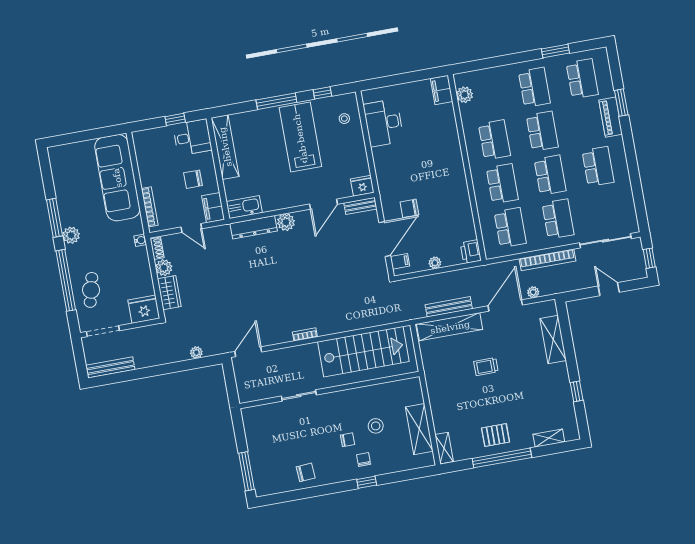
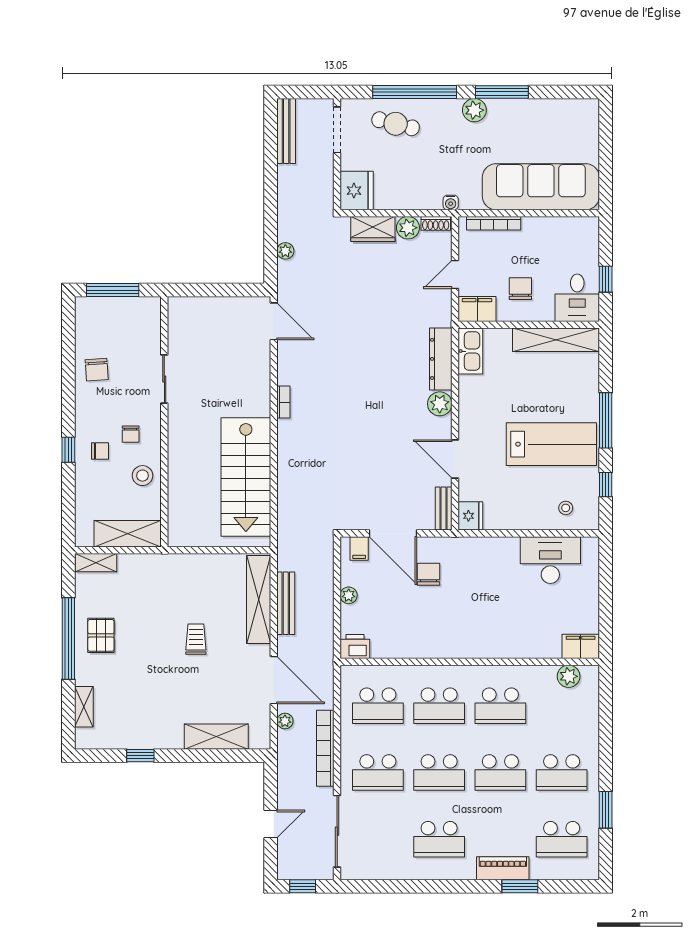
wall: (329, 390) -> (164, 422), moved
sliding door: (299, 396) -> (164, 379), moved

